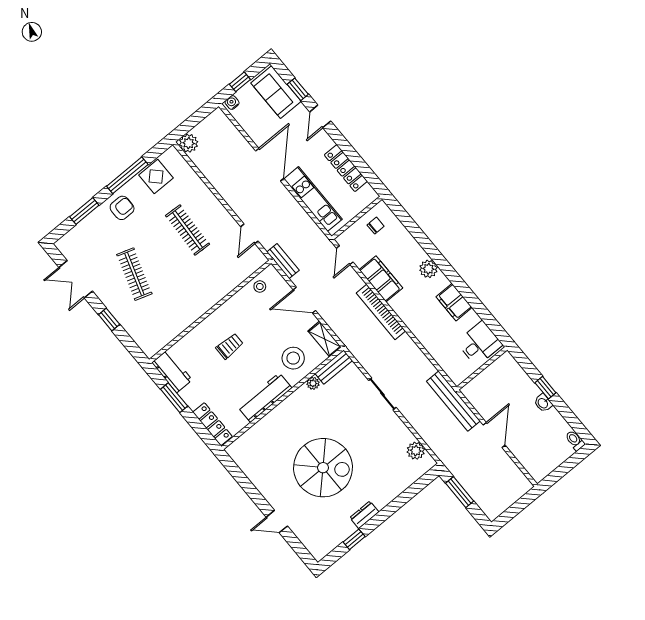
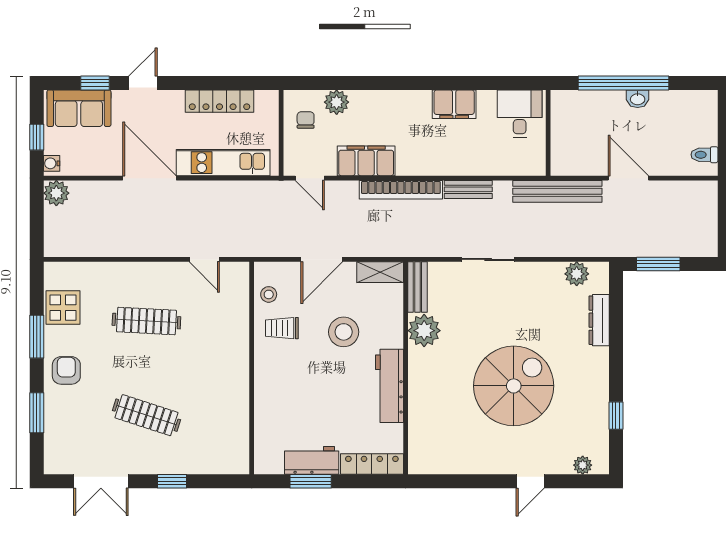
door: (320, 116) -> (143, 83), swing flipped
plant: (189, 143) -> (56, 193), moved
window: (127, 175) -> (37, 337), width x0.69
bench: (283, 261) -> (468, 189), moved
plant: (428, 269) -> (337, 102), moved
trolley: (230, 346) -> (282, 328), moved, turned -90
stool: (293, 358) -> (344, 332), moved
workbench: (172, 371) -> (312, 460), moved
plant: (313, 383) -> (424, 331), width x1.87, depth x1.87
window: (545, 388) -> (624, 83), width x3.17
toilet: (575, 440) -> (704, 155), moved
dresser: (364, 515) -> (599, 320), moved, width x1.44
plant: (311, 544) -> (583, 465), added

